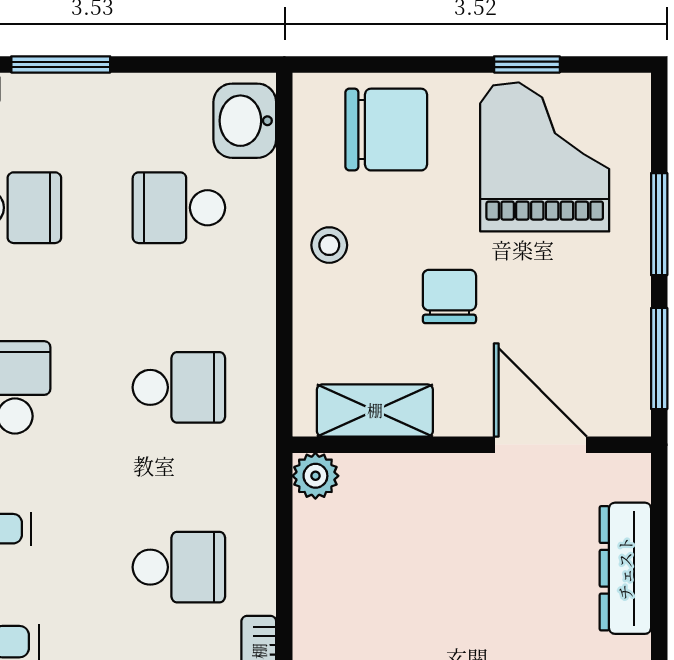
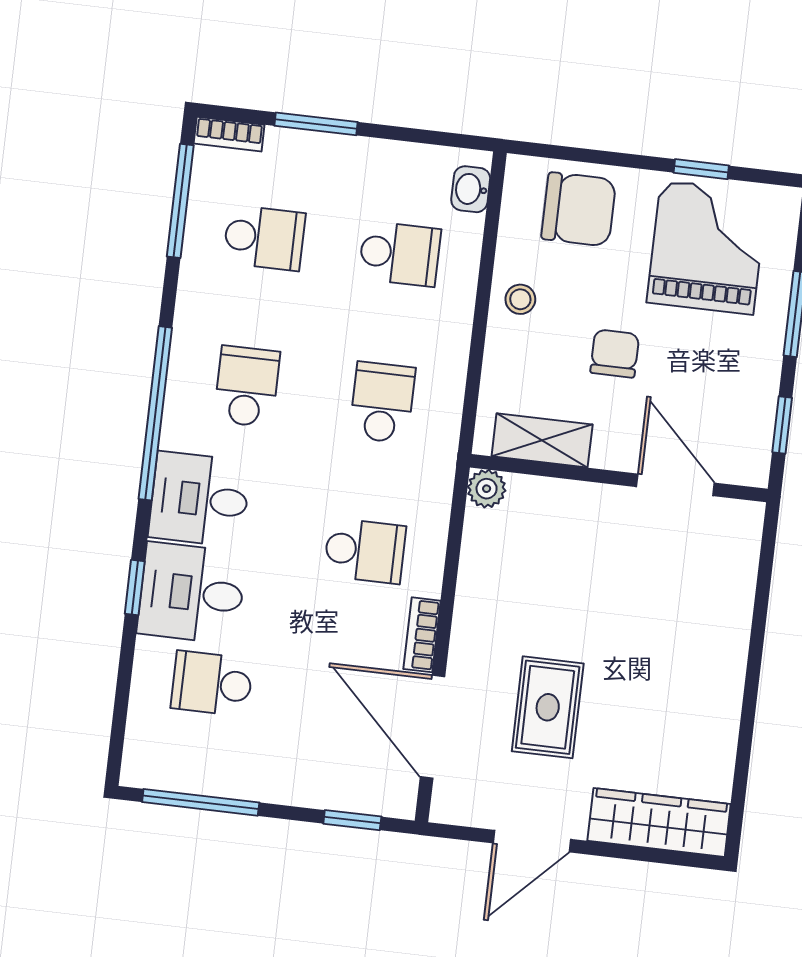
washbasin: (245, 121) -> (471, 189), width x0.72, depth x0.69
school desk: (179, 208) -> (400, 254), turned 180
window: (659, 358) -> (782, 425), width x0.67
school desk: (179, 387) -> (382, 402), turned -90
dresser: (625, 568) -> (734, 595), removed

